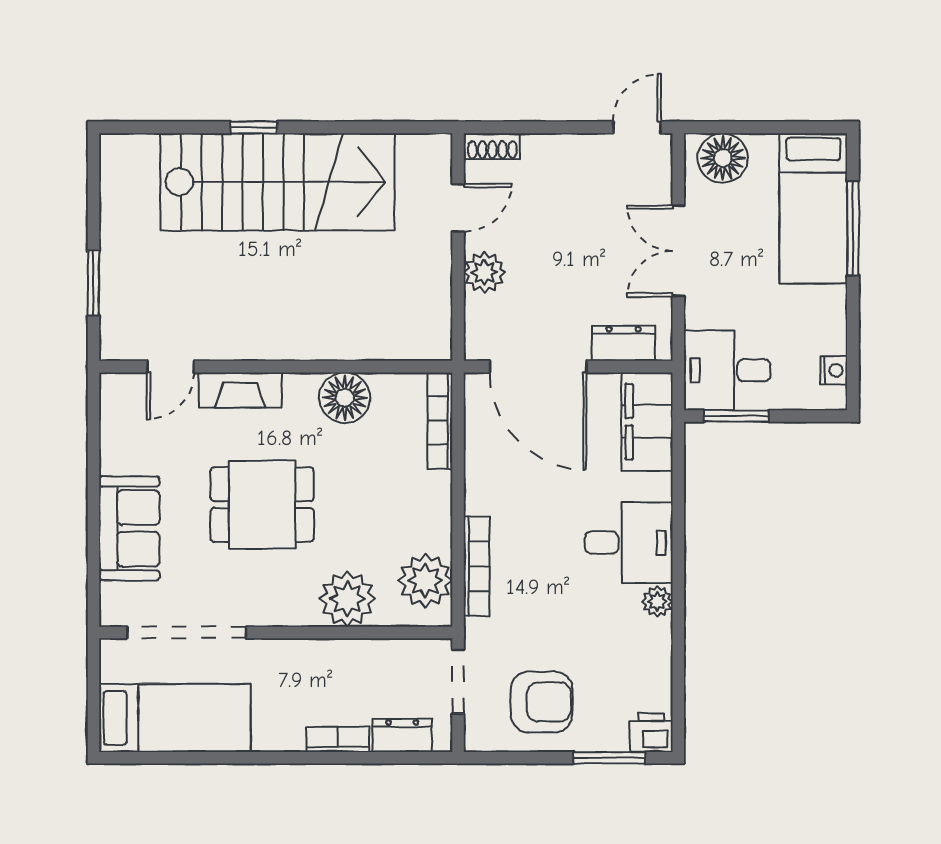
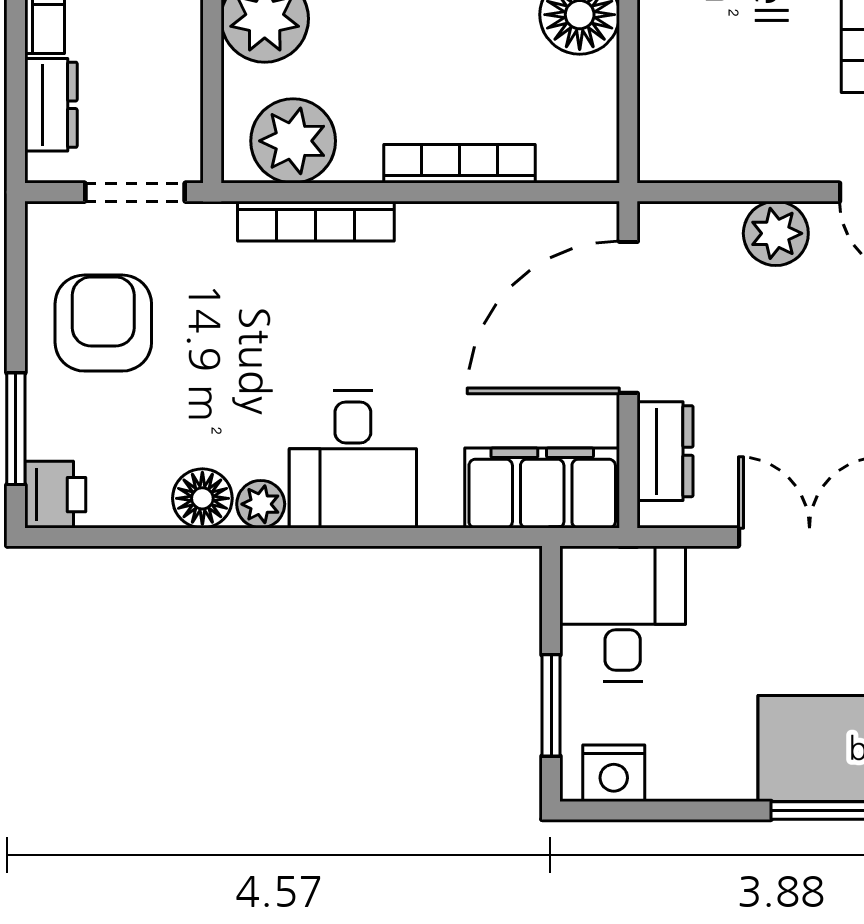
nightstand: (834, 370) -> (614, 773), width x1.39, depth x1.35
window: (736, 416) -> (551, 705), moved
bookcase: (440, 421) -> (460, 164), moved
floor lamp: (654, 639) -> (202, 498), added
armchair: (542, 702) -> (103, 323), turned 180

